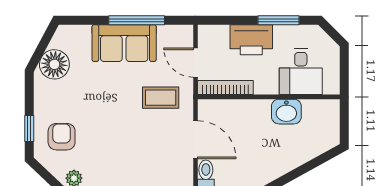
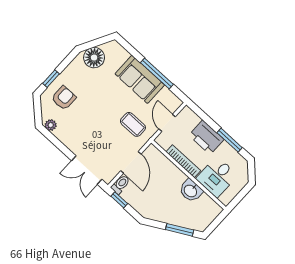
bookcase: (225, 88) -> (183, 161), moved
window: (313, 164) -> (180, 230), added

